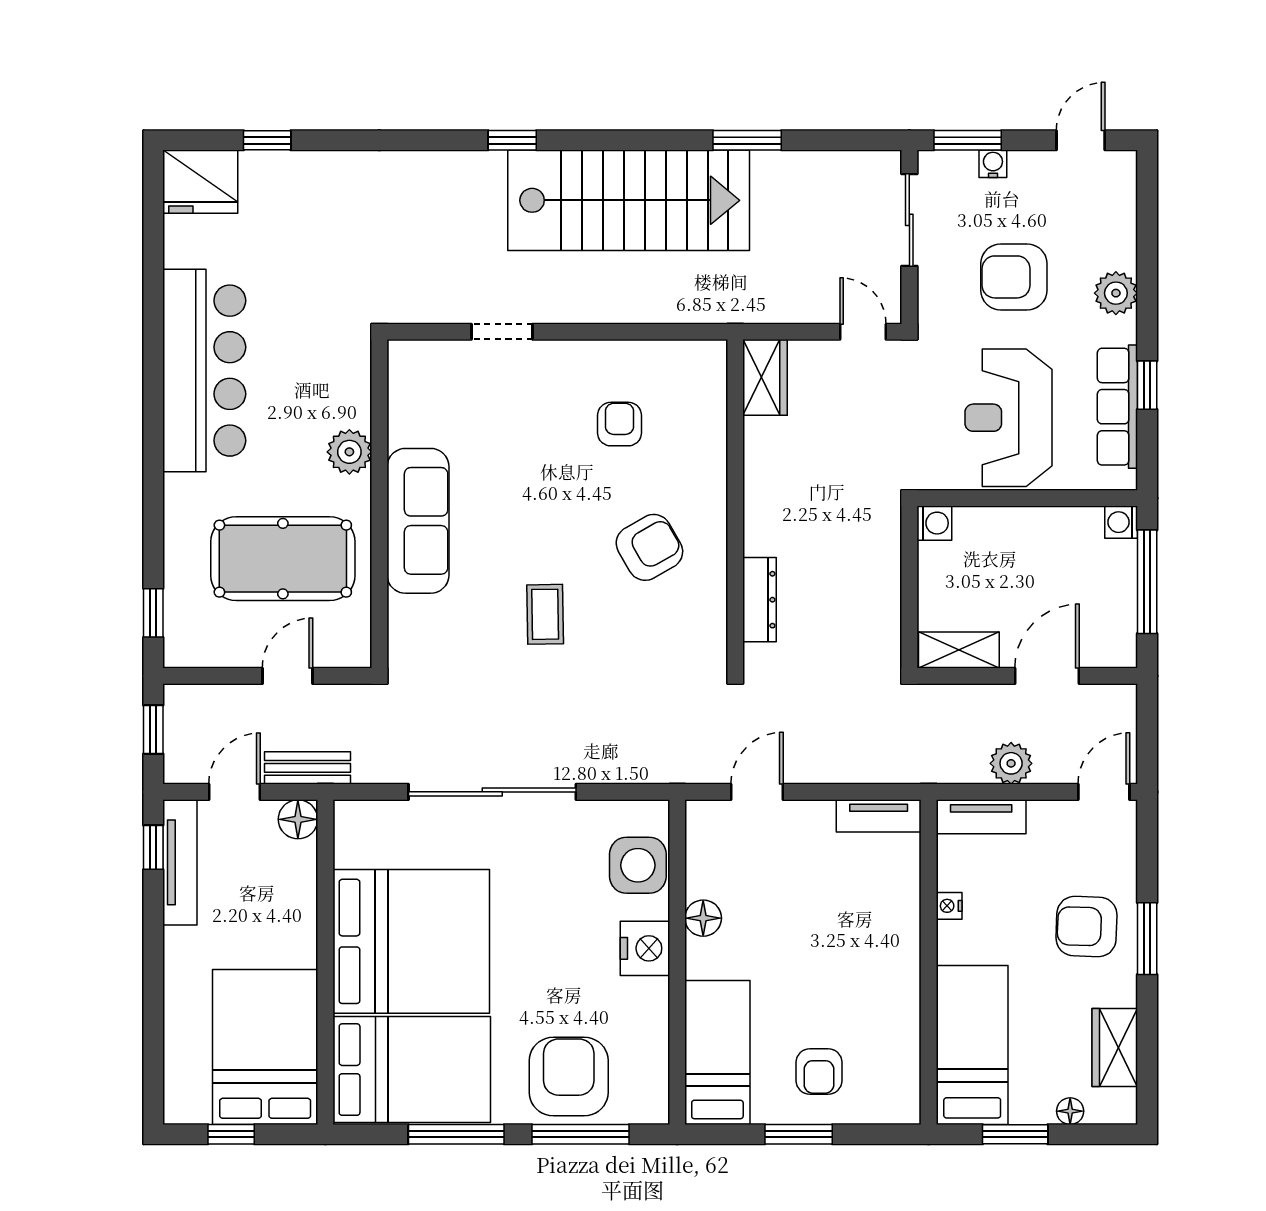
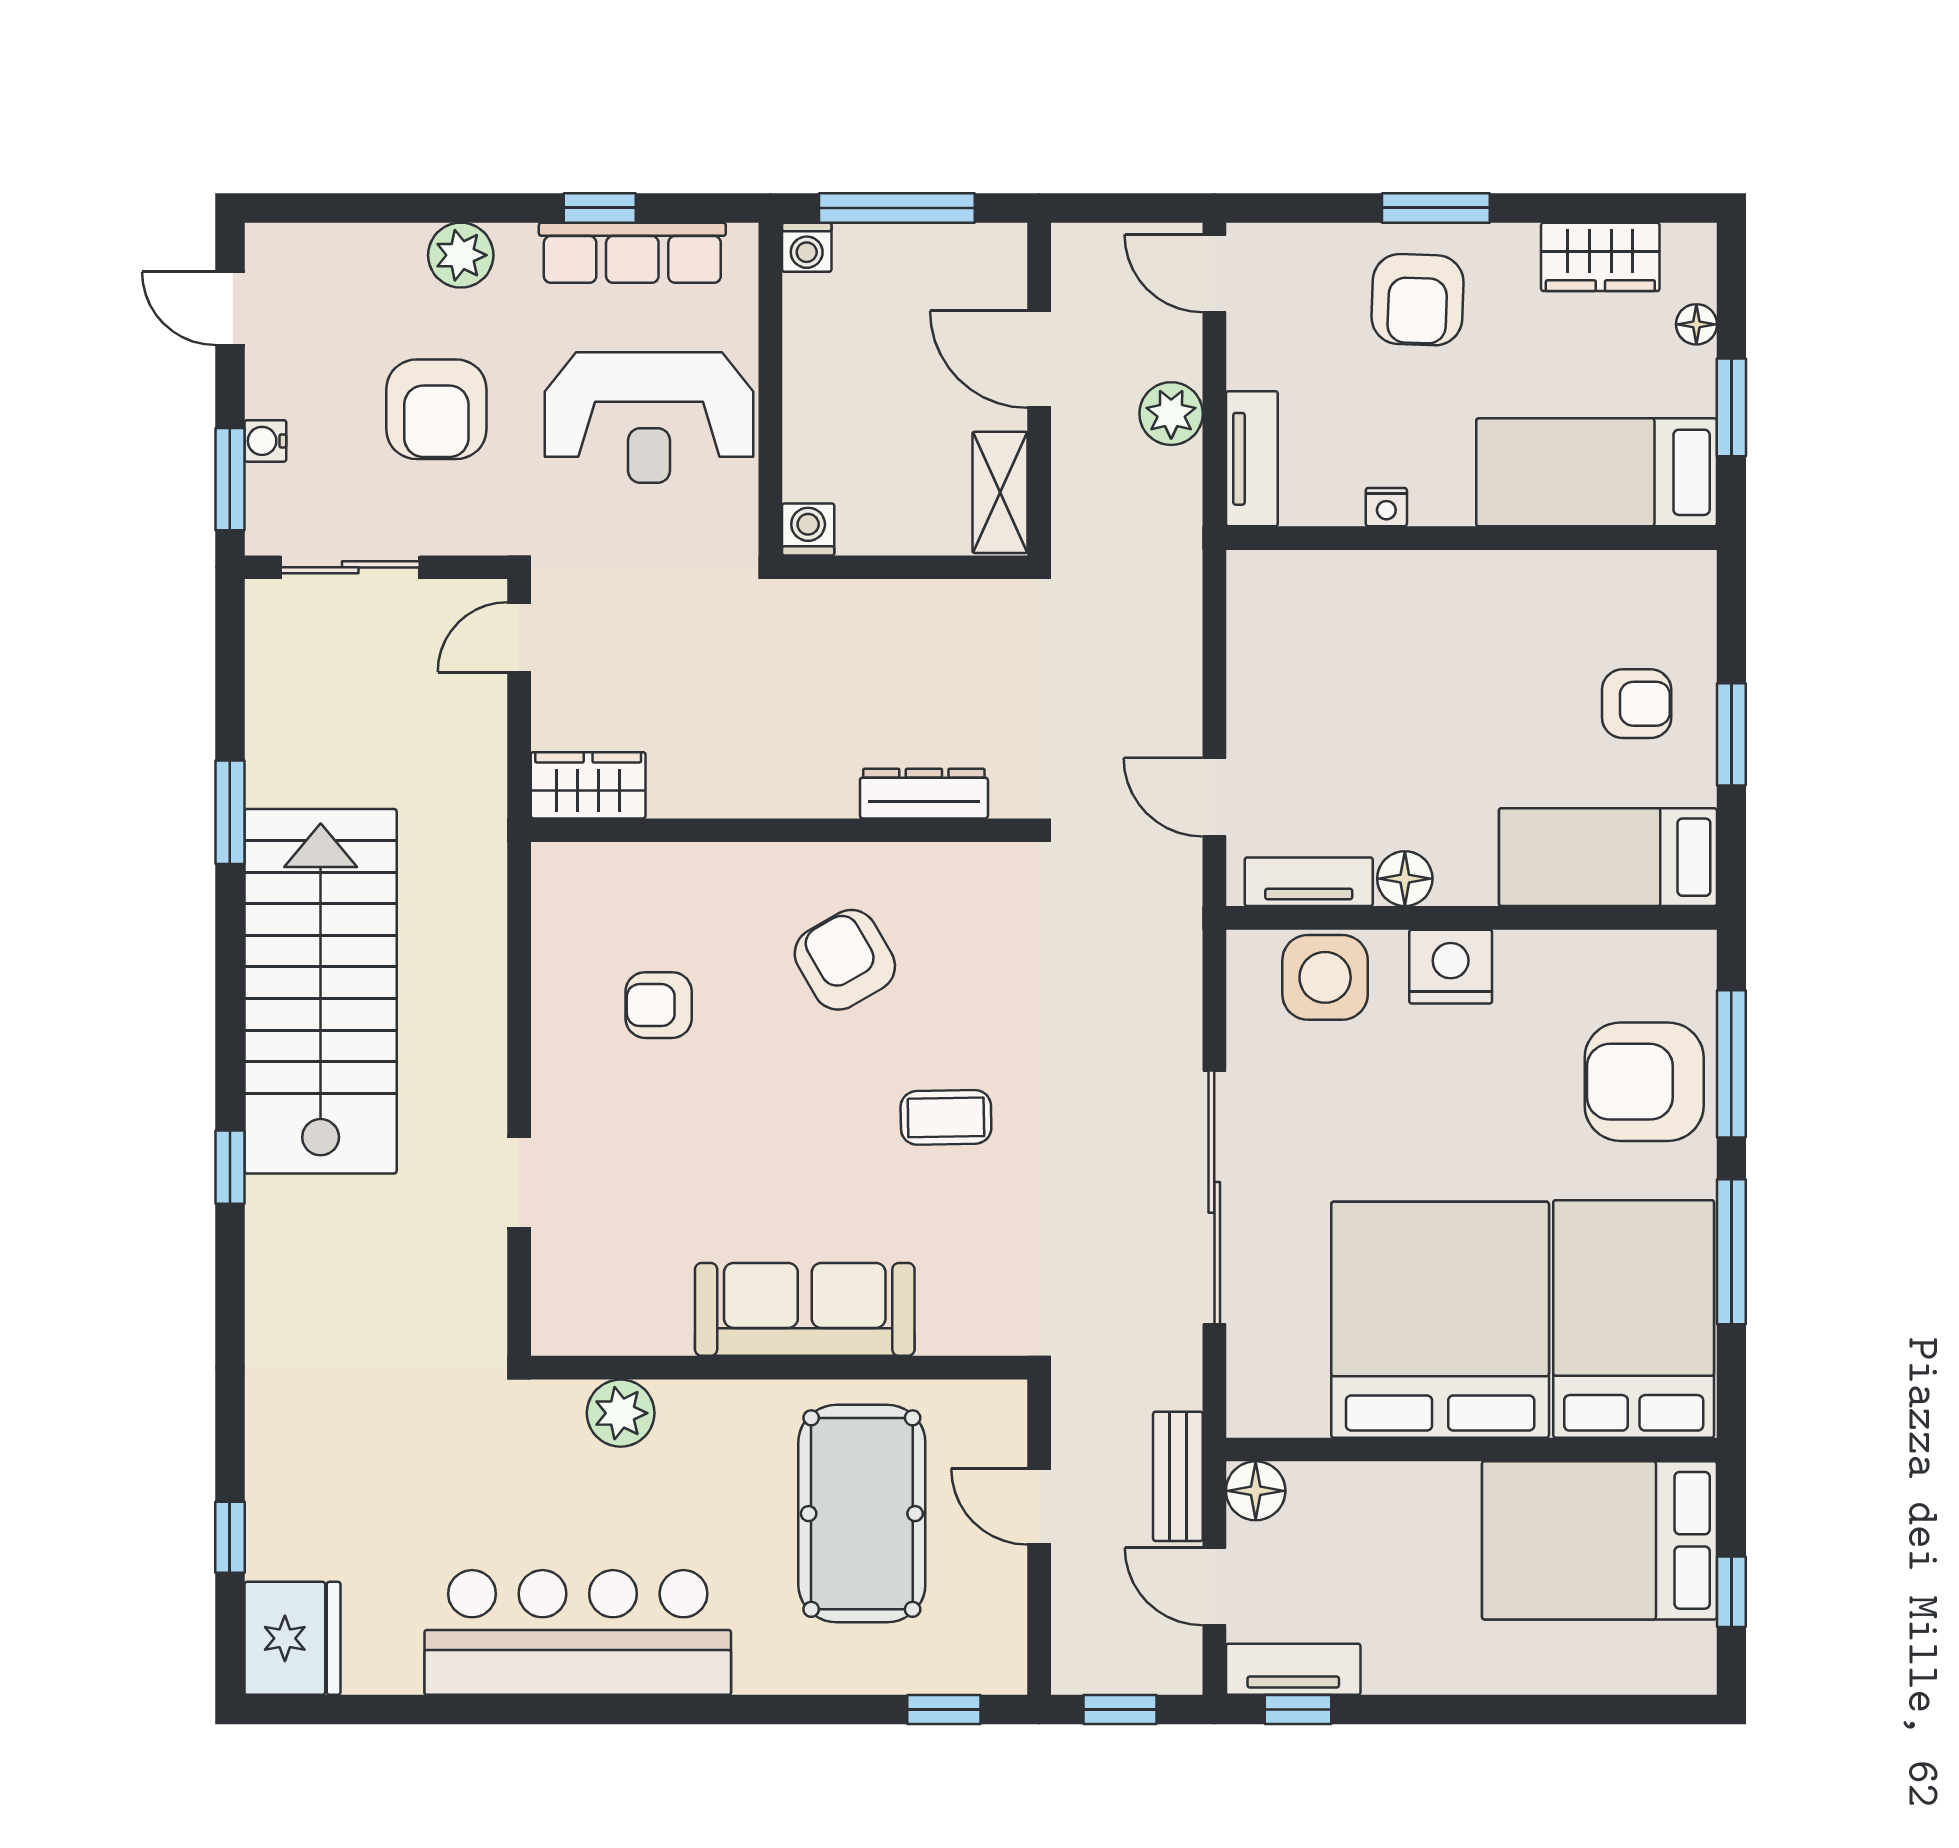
plant: (349, 452) -> (621, 1413), moved
tv unit: (879, 816) -> (1309, 882), moved, turned -90
tv unit: (180, 862) -> (1293, 1669), width x0.71

